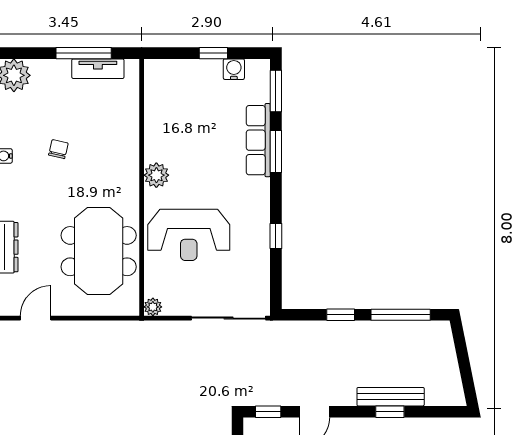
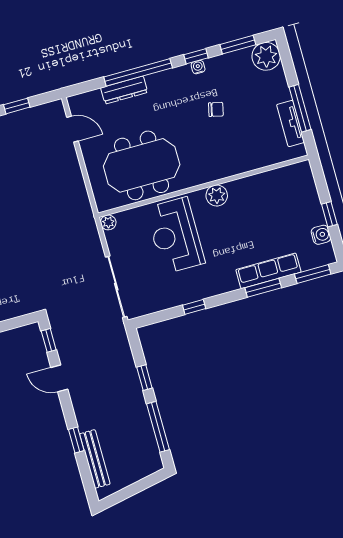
bench: (391, 397) -> (95, 459), moved

